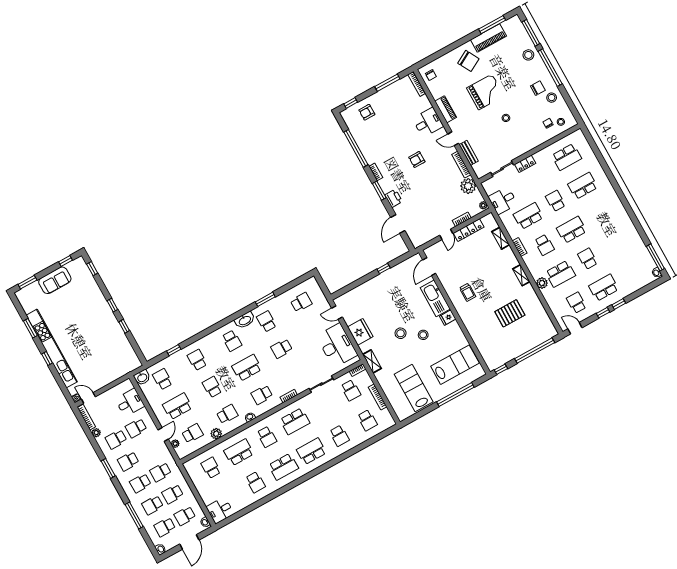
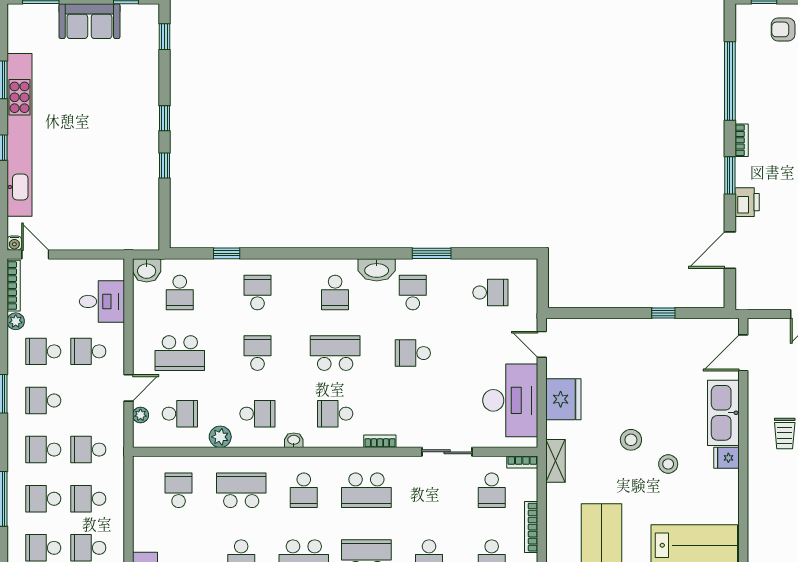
school desk: (162, 379) -> (180, 293), turned 180
school desk: (177, 406) -> (180, 353), turned 180

